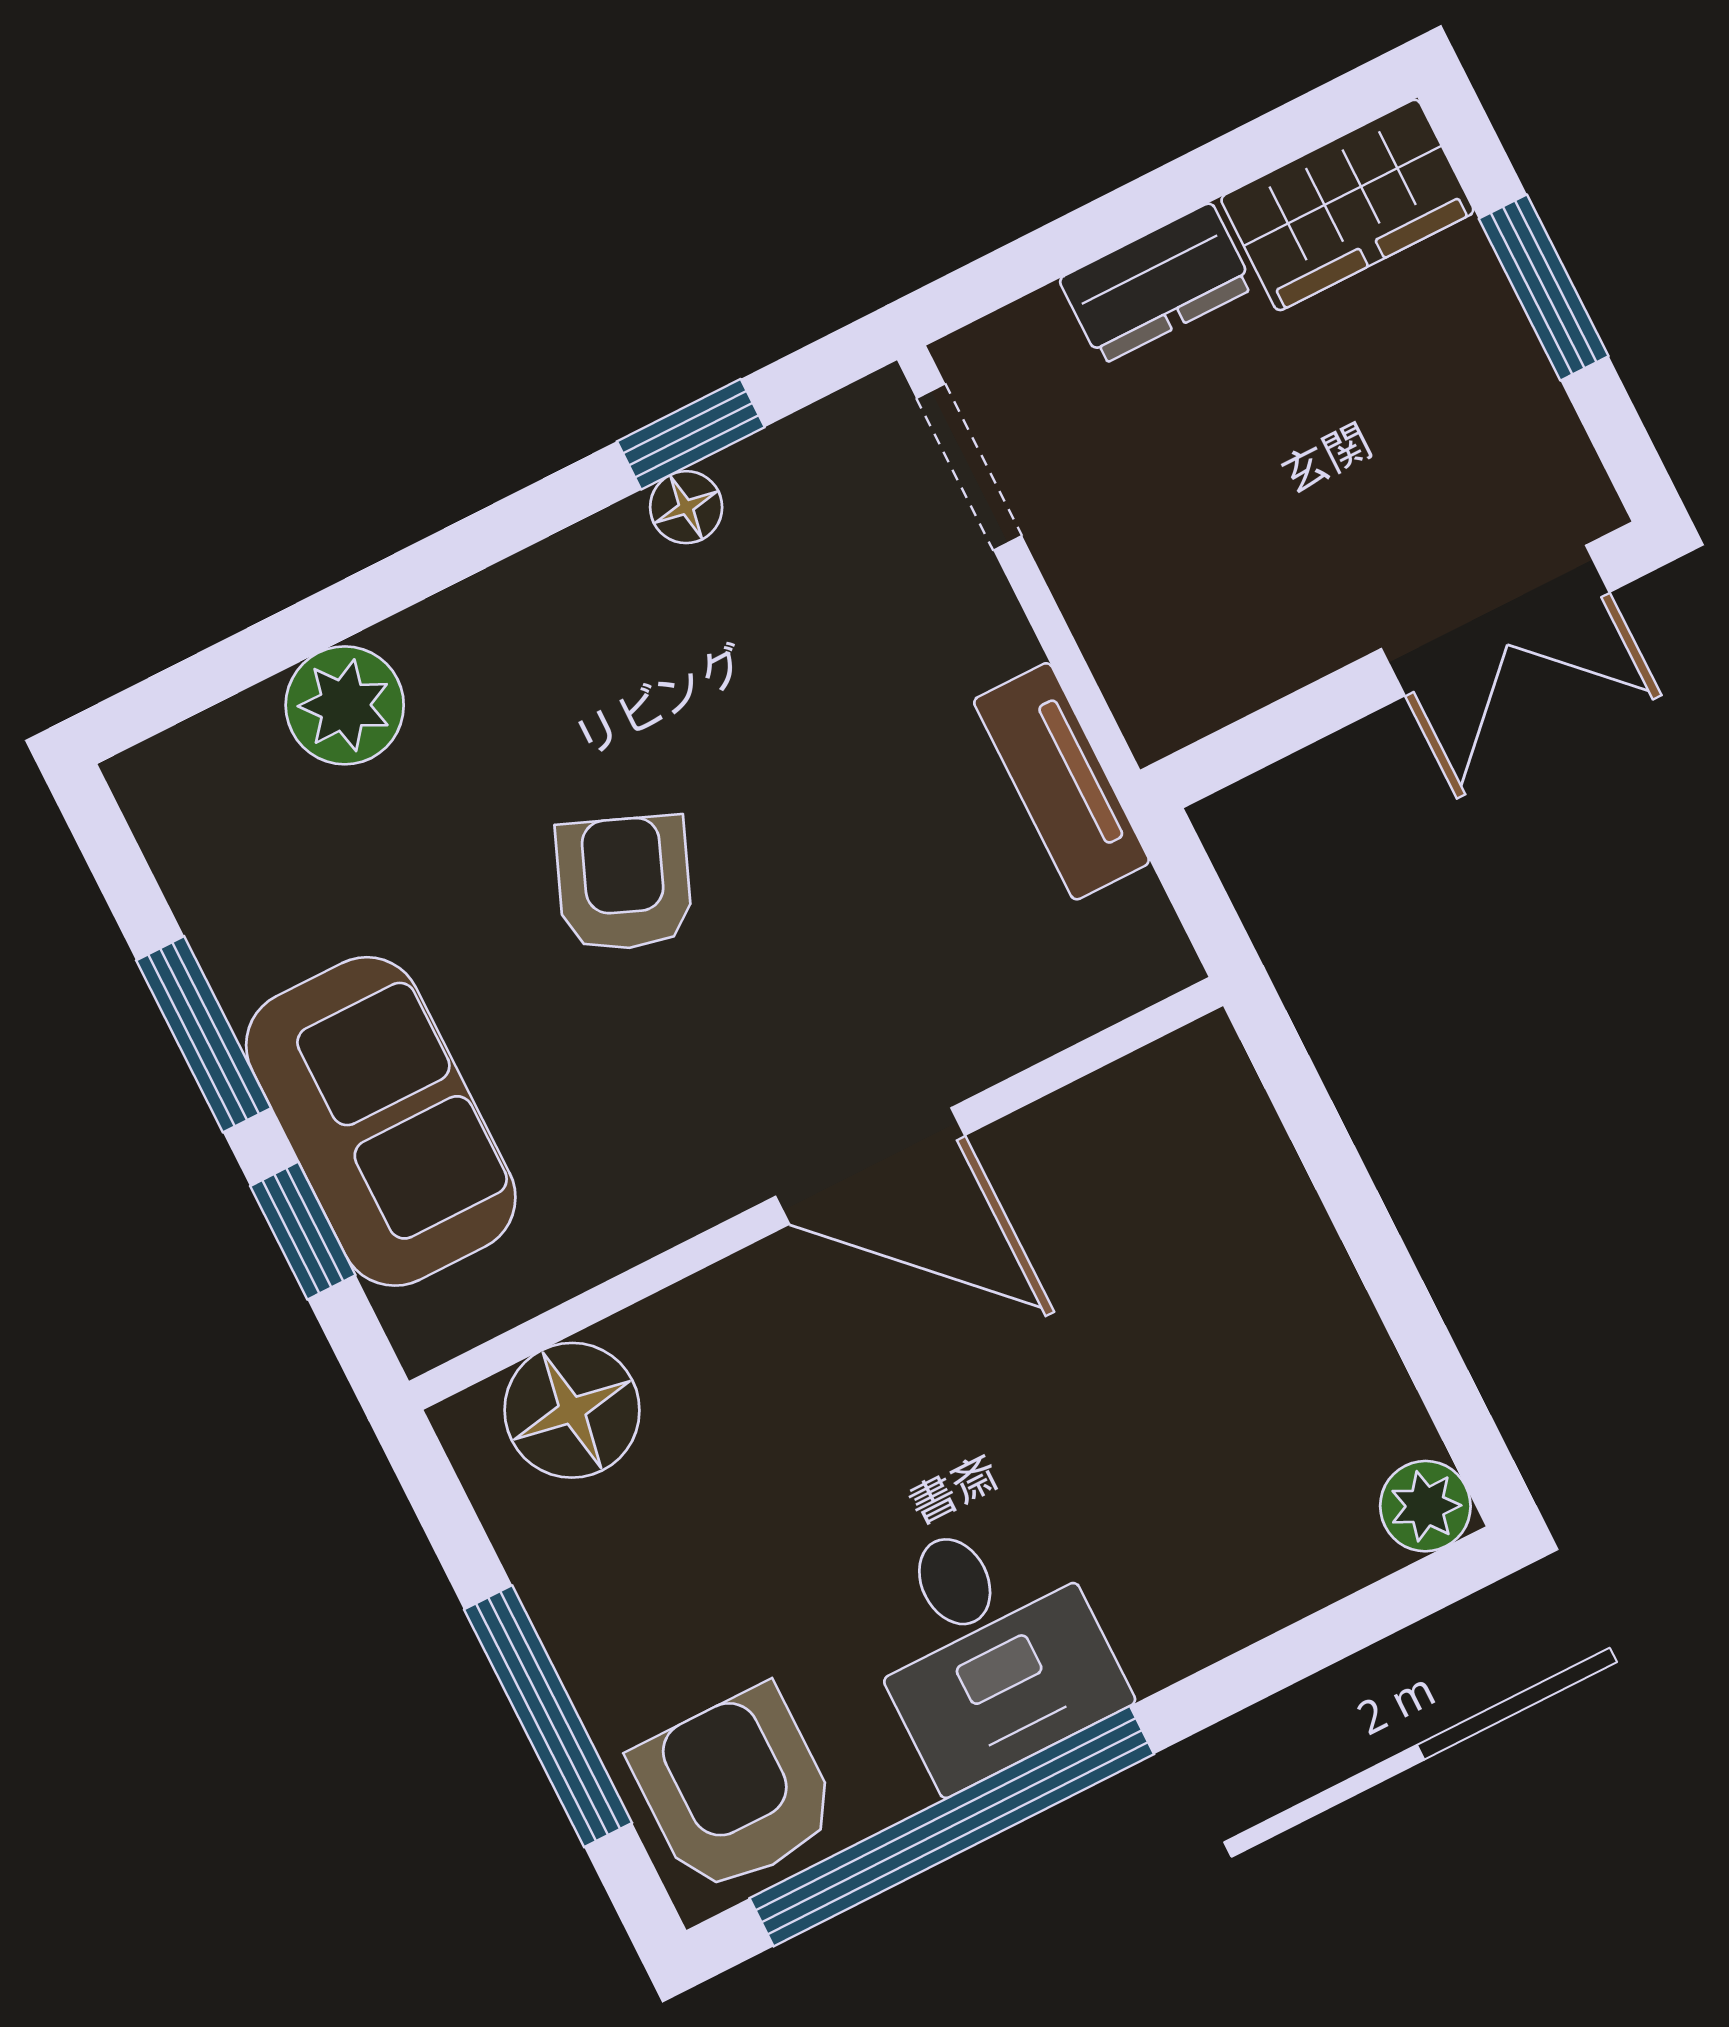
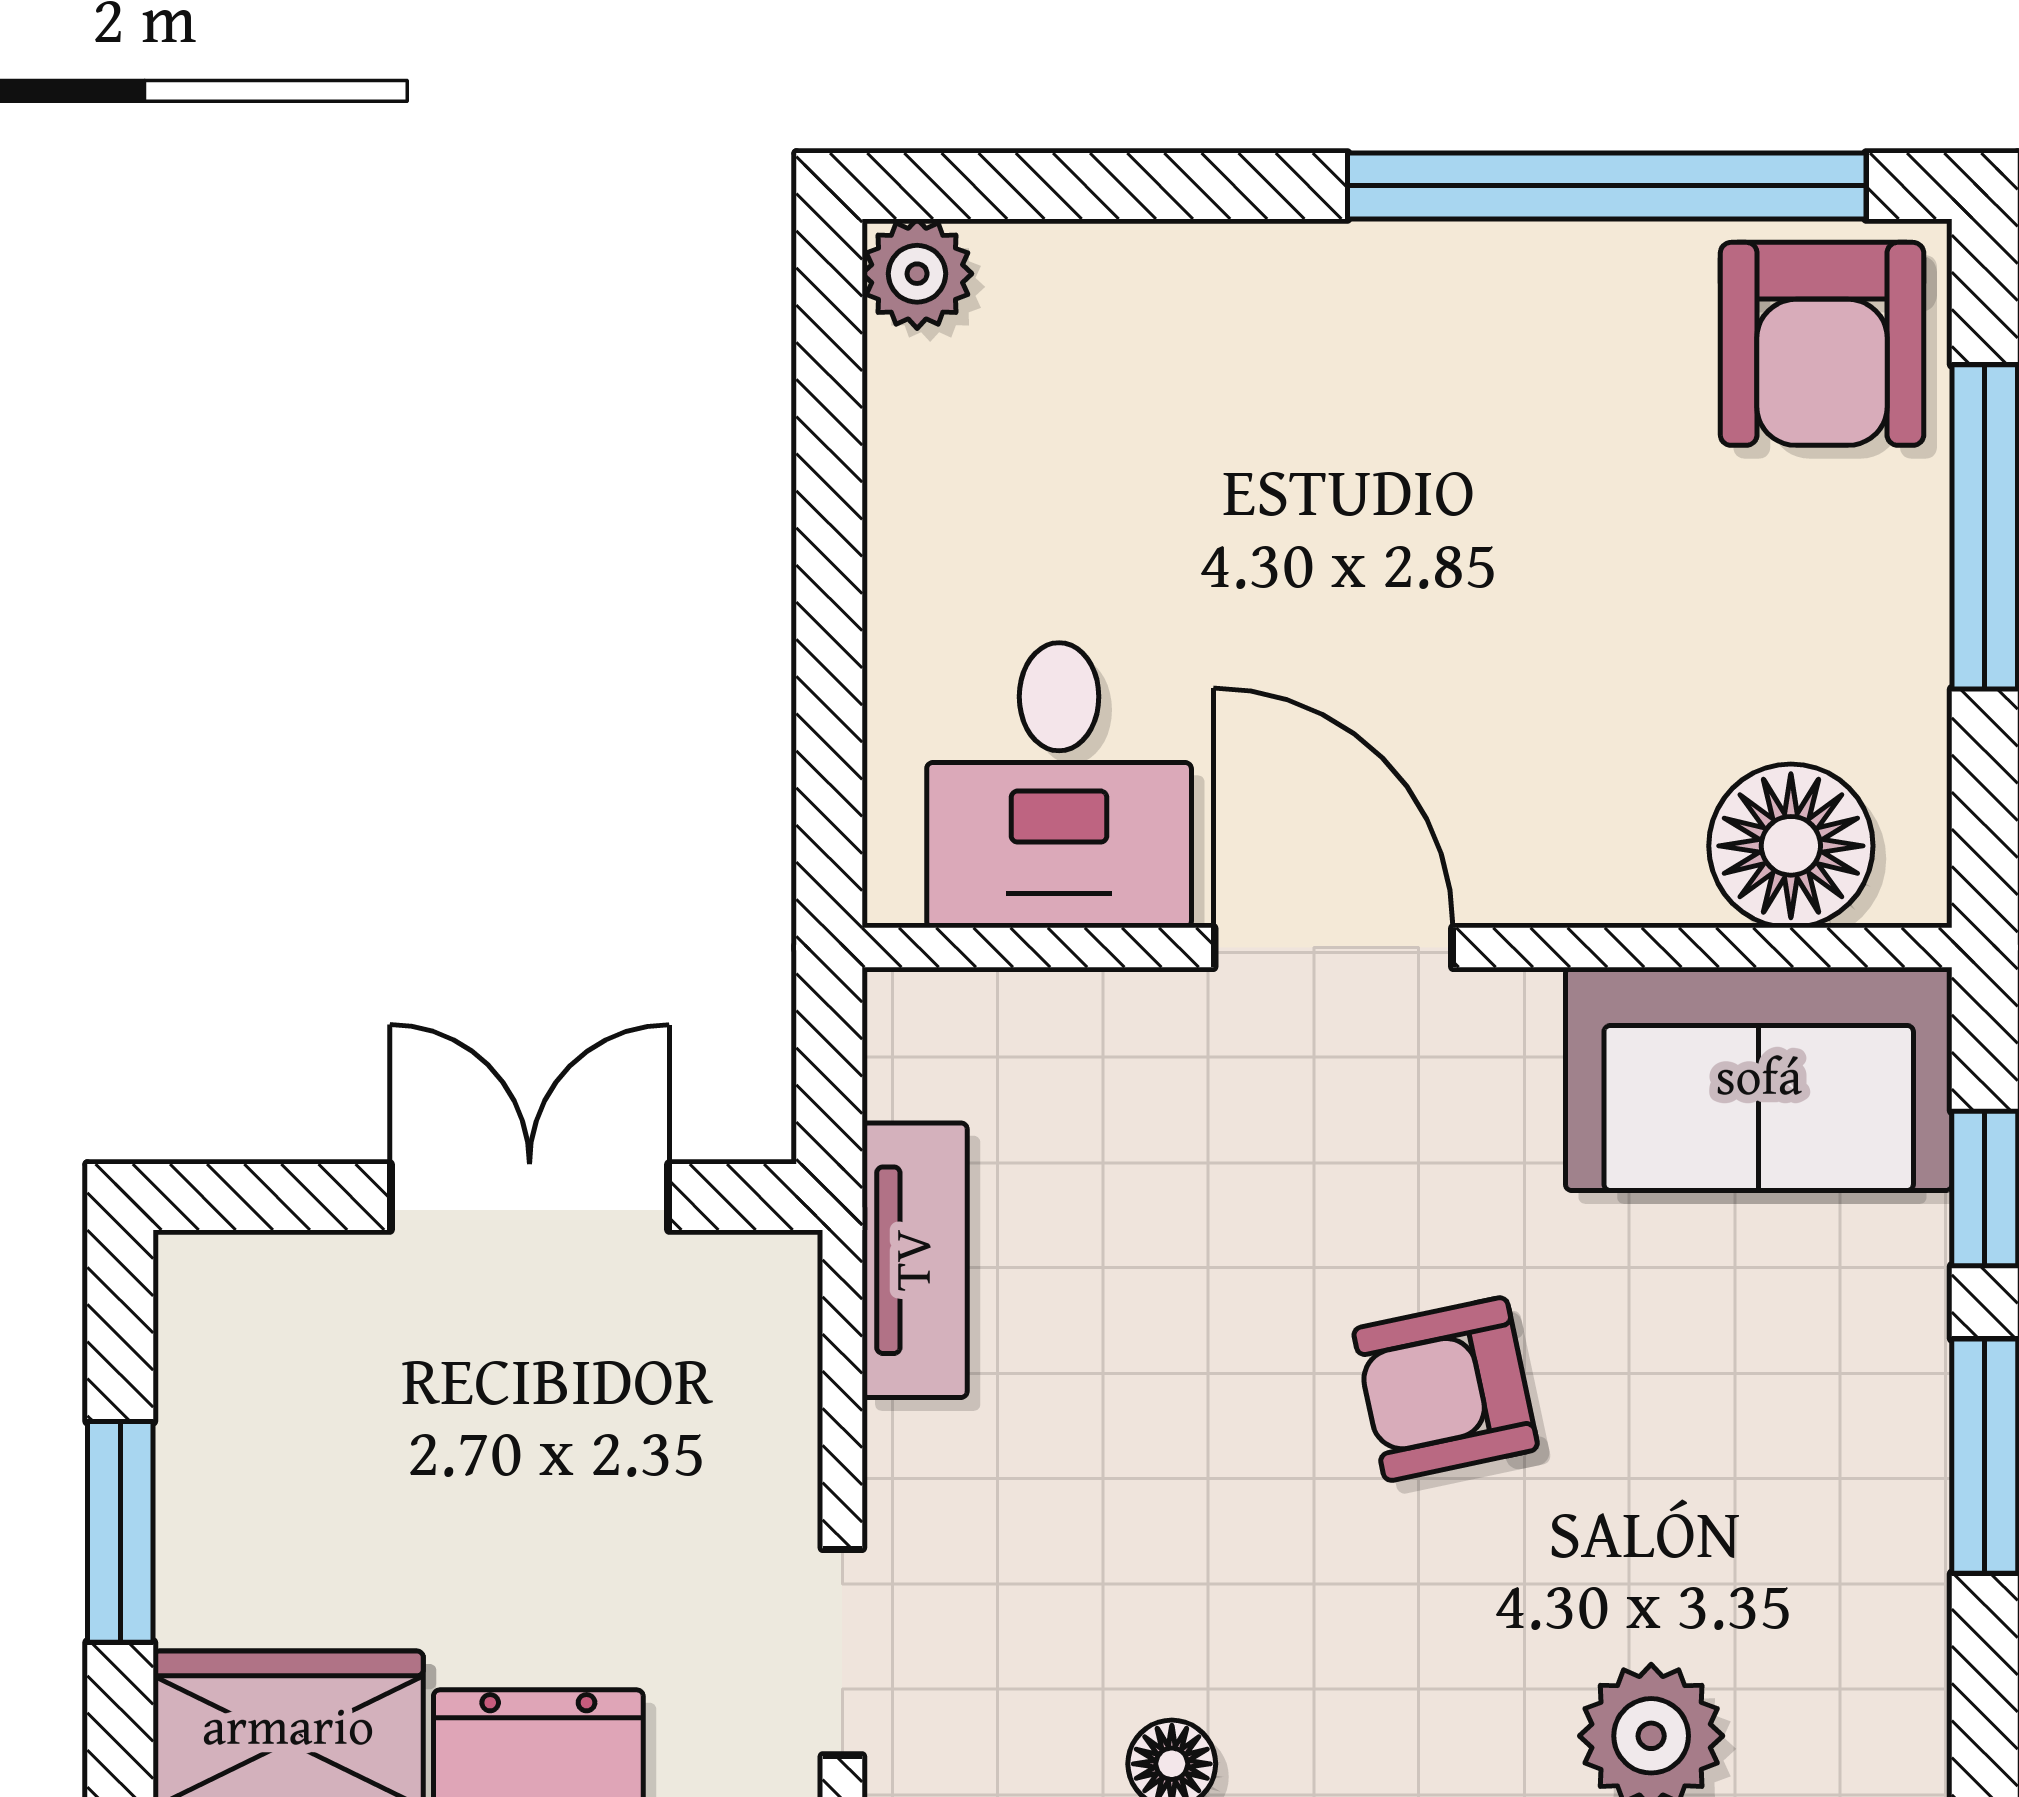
double door: (1495, 620) -> (530, 1197), moved
armchair: (624, 884) -> (1446, 1389), turned 56
sofa: (381, 1121) -> (1759, 1079), moved, turned -90
desk: (987, 1647) -> (1059, 785), moved, turned 180

